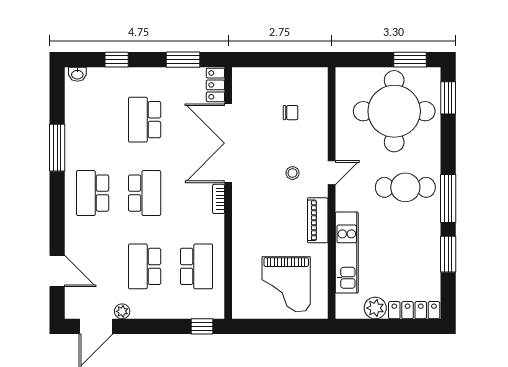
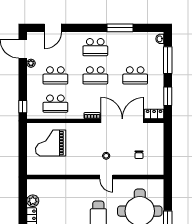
window: (117, 60) -> (168, 60), width x2.17
school desk: (145, 120) -> (135, 75), turned 180
school desk: (93, 193) -> (95, 47), turned 180
piano: (318, 220) -> (80, 169), removed
kitchen unit: (347, 253) -> (63, 185), removed
school desk: (145, 266) -> (55, 75), turned 180
grand piano: (286, 284) -> (51, 143), moved

